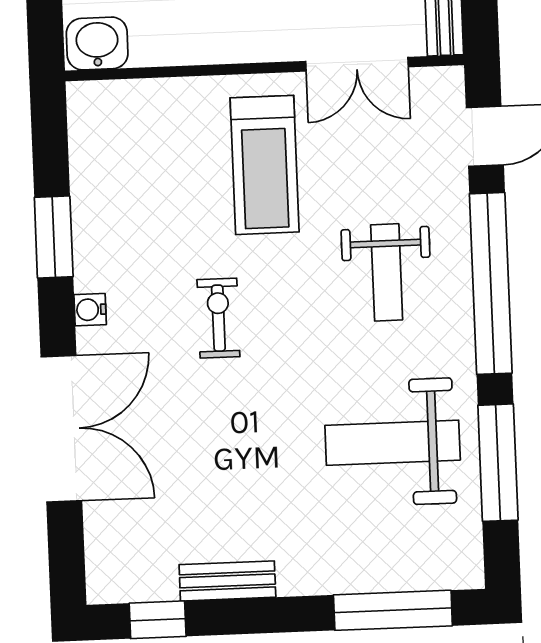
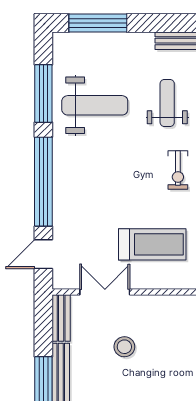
treadmill: (265, 165) -> (152, 244), turned 90
weight bench: (387, 272) -> (167, 103), moved

